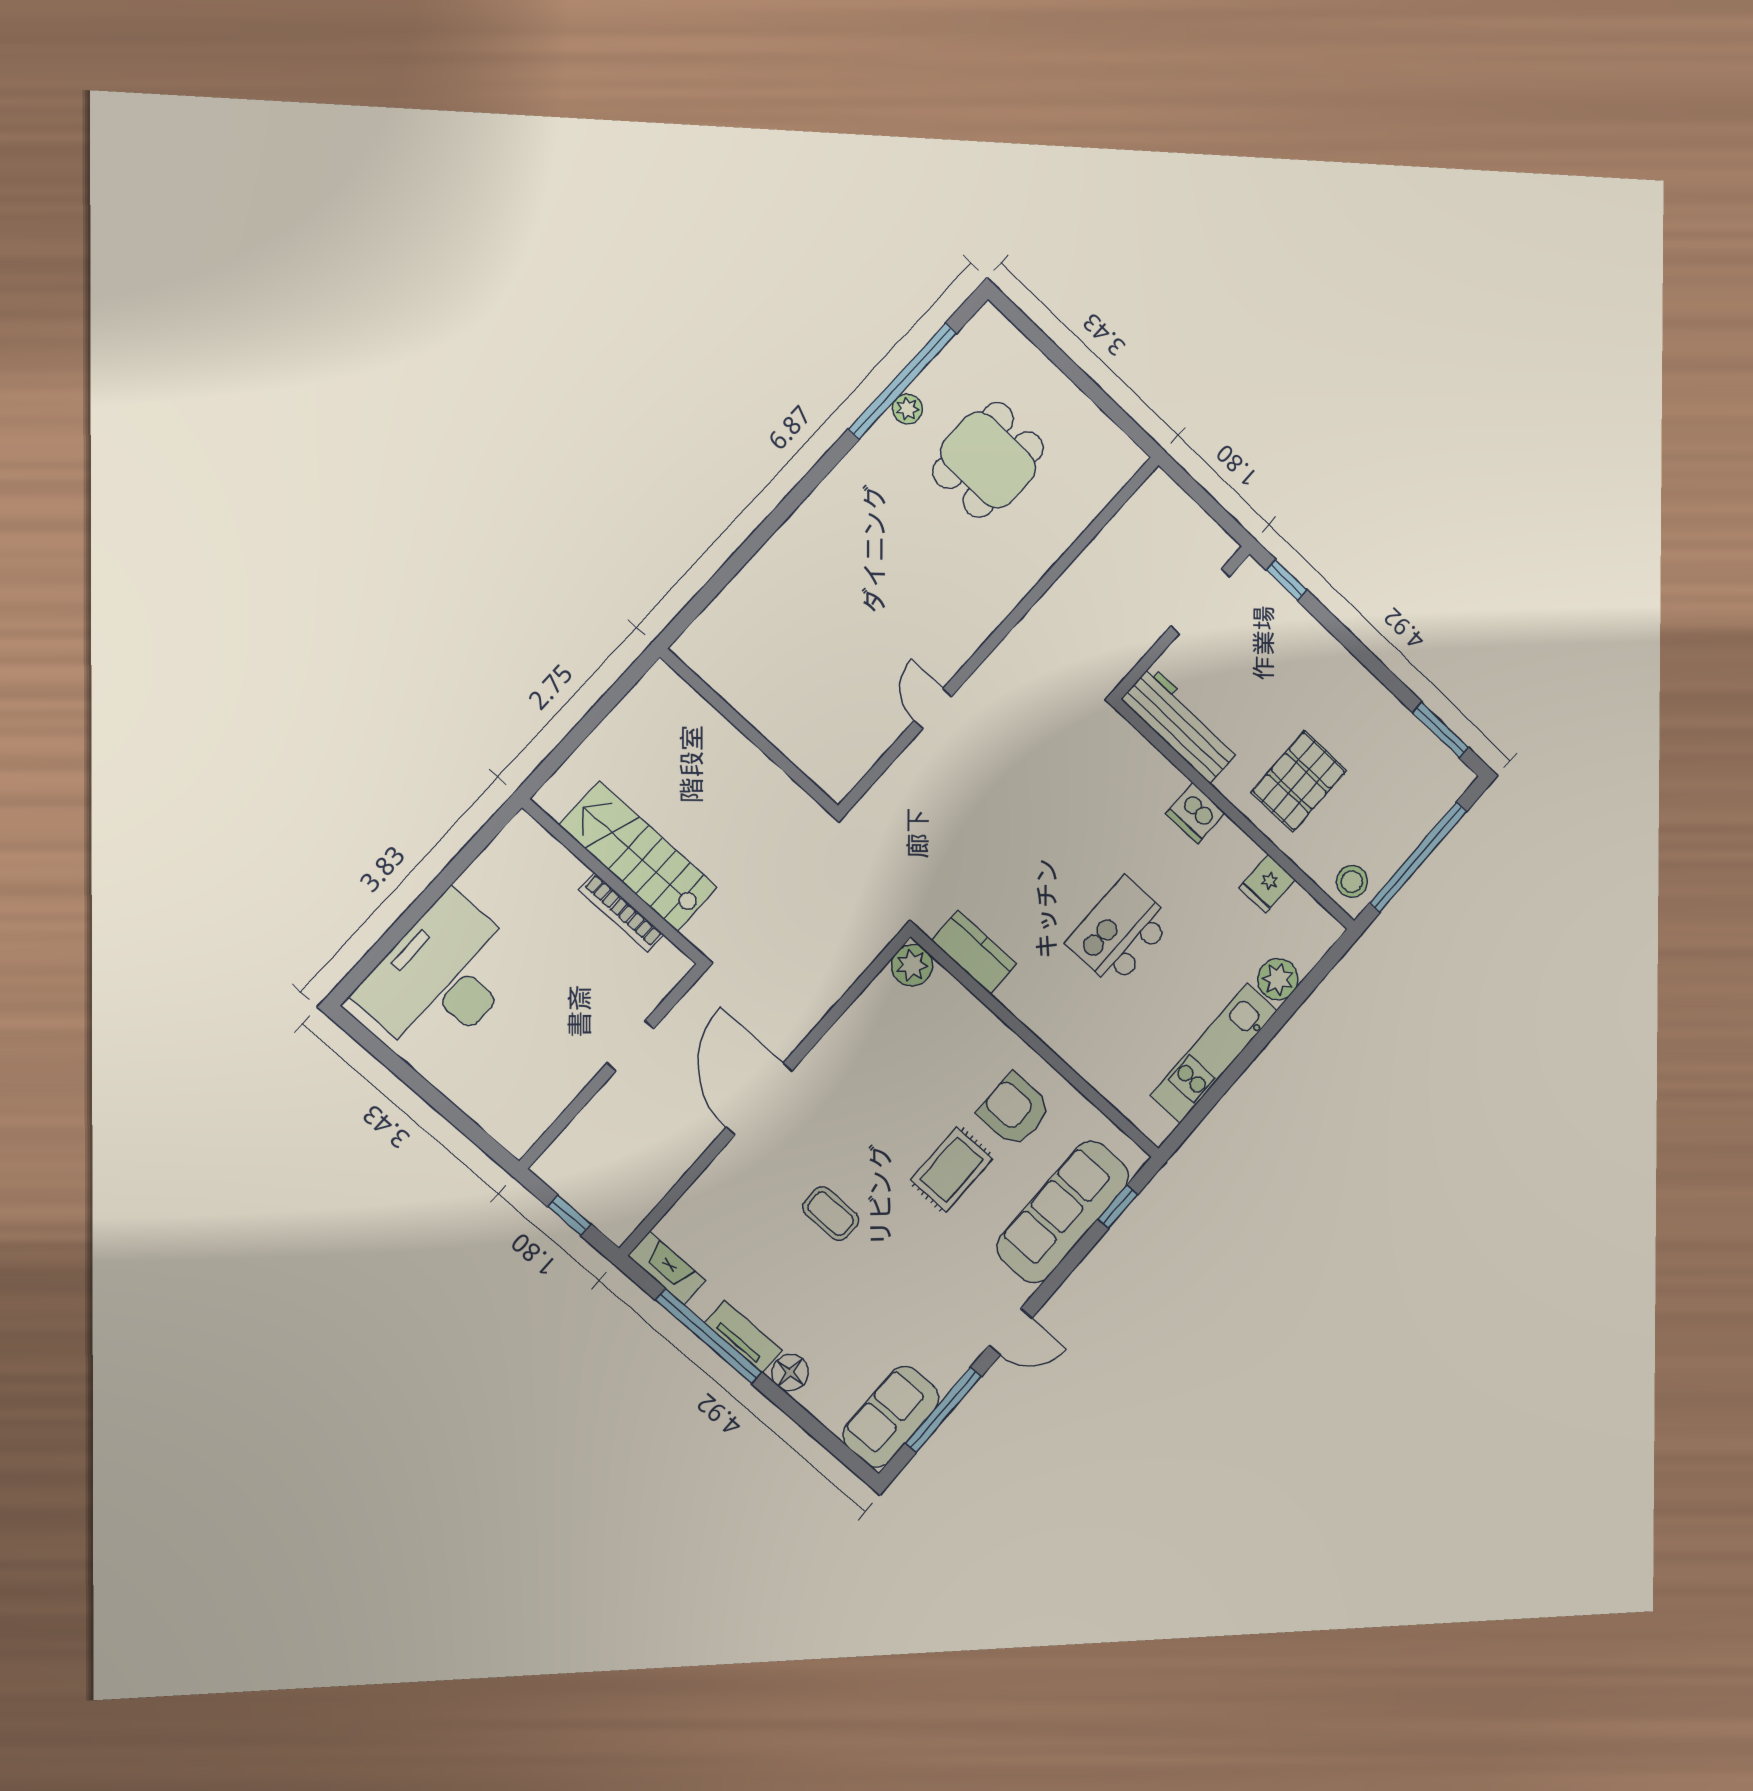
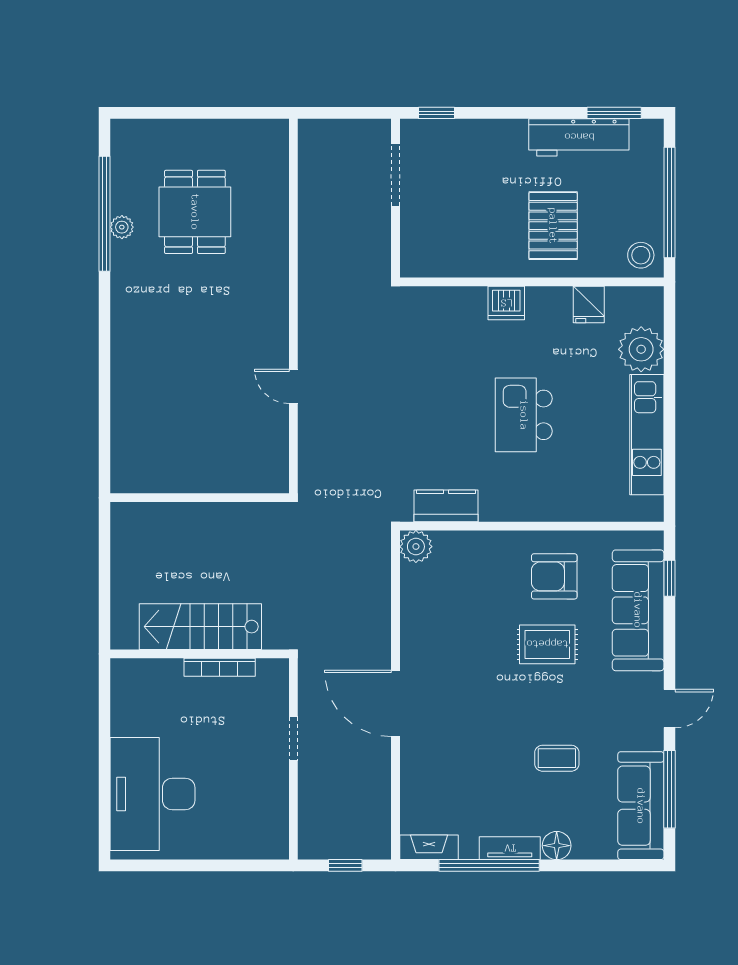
workbench: (1181, 725) -> (579, 137), moved, turned 180
plant: (1278, 979) -> (641, 349), width x1.36, depth x1.36
rug: (952, 1169) -> (547, 644), turned 90
coffee table: (831, 1214) -> (557, 758), moved
sofa: (891, 1417) -> (641, 806), width x1.36

